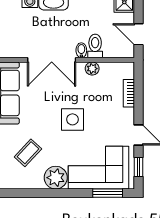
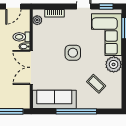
double door: (52, 60) -> (31, 67), swing flipped
plant: (92, 69) -> (37, 20), moved

